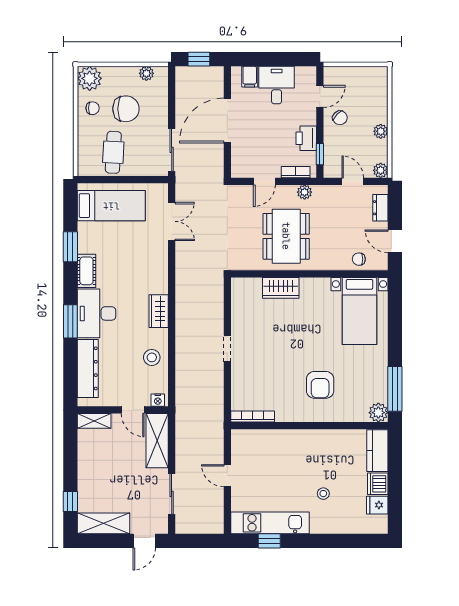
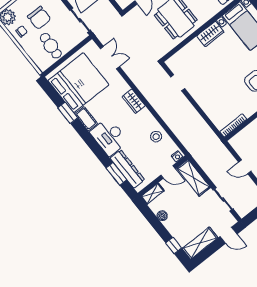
chair: (126, 109) -> (39, 18), turned 90
bed: (111, 206) -> (78, 83), width x2.04
wardrobe: (281, 288) -> (210, 34), moved
wardrobe: (159, 311) -> (134, 101), moved
window: (70, 321) -> (116, 174), moved
doorway: (227, 348) -> (178, 83), moved
boiler: (85, 456) -> (162, 216), added
door: (144, 541) -> (228, 235), hinge flipped

